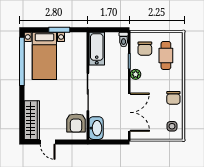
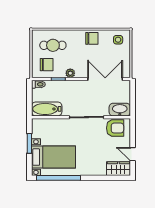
wardrobe: (32, 120) -> (118, 169), width x0.67
door: (48, 142) -> (133, 154), swing flipped

